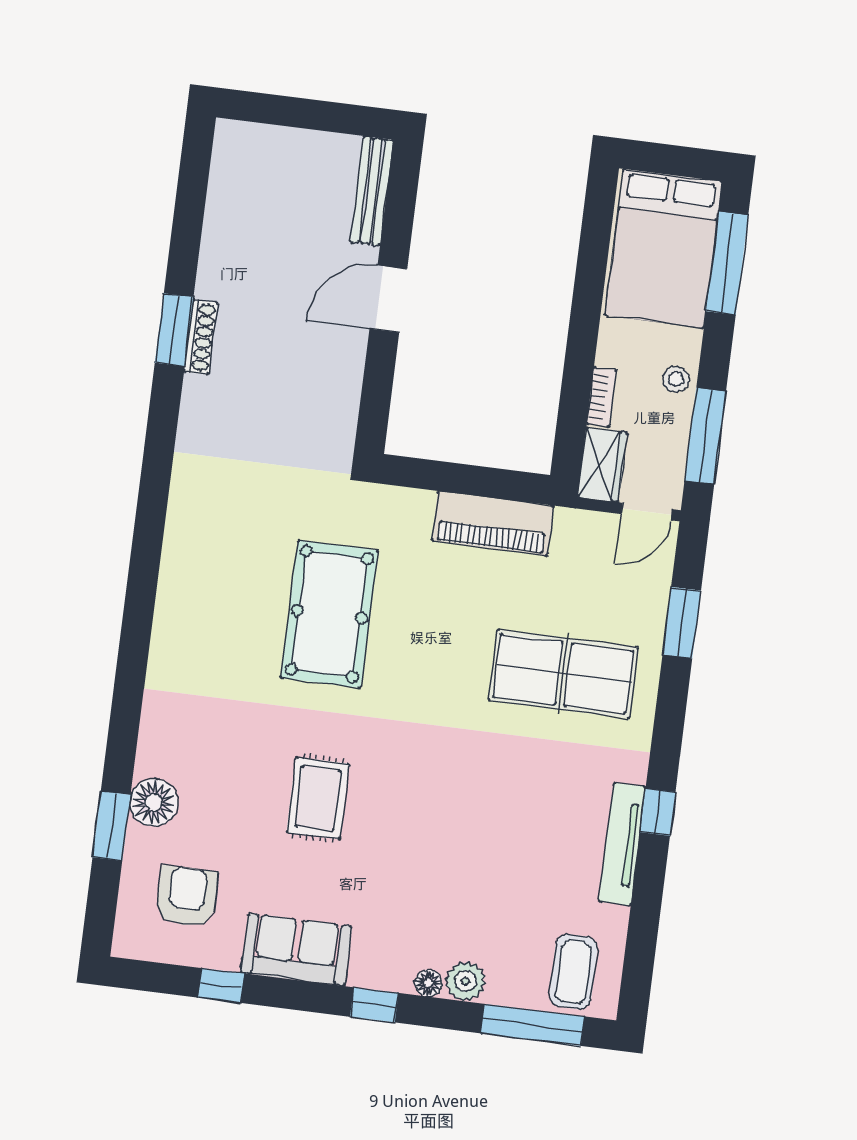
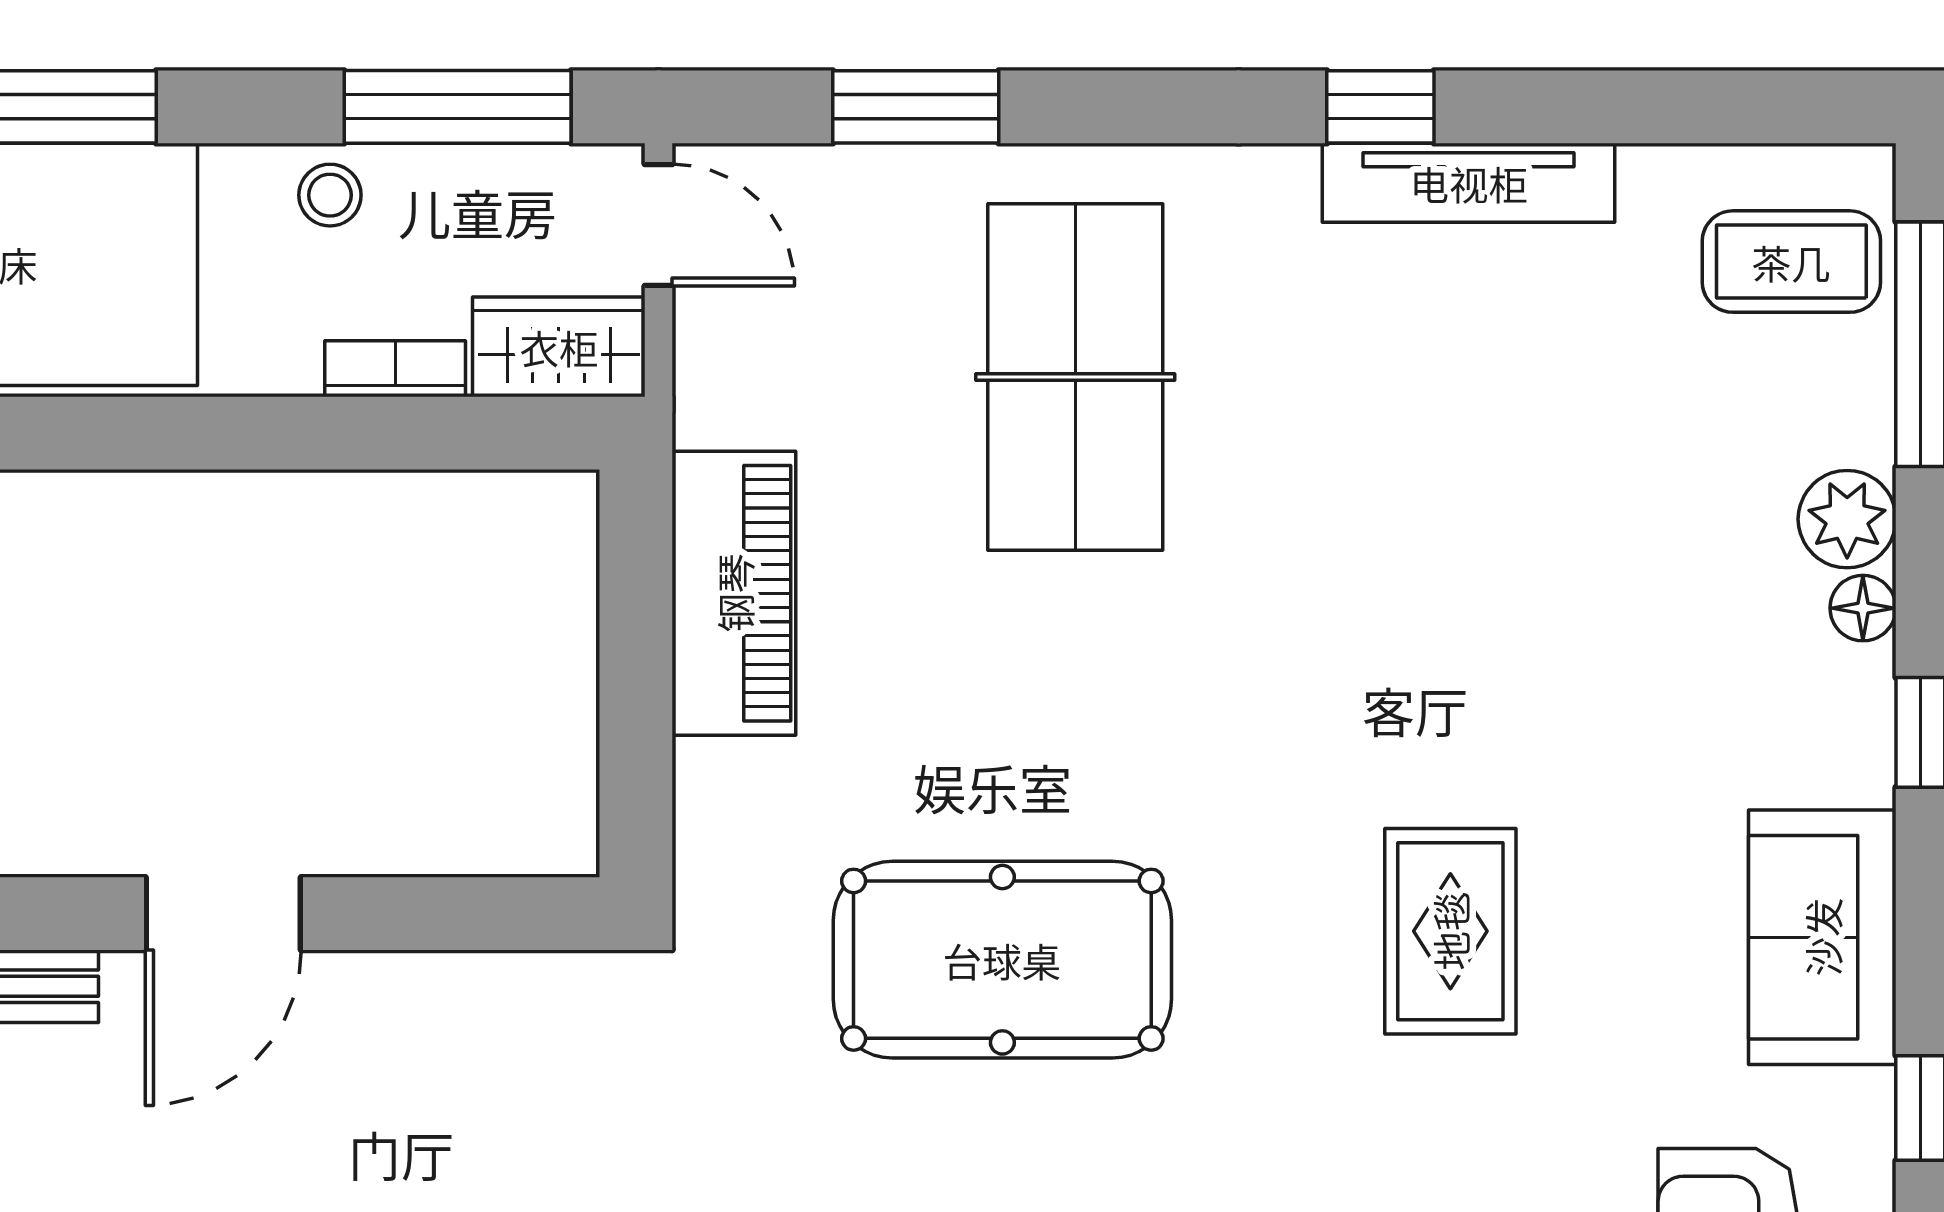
door: (388, 299) -> (223, 914), hinge flipped
rug: (318, 798) -> (1450, 931), turned 90

